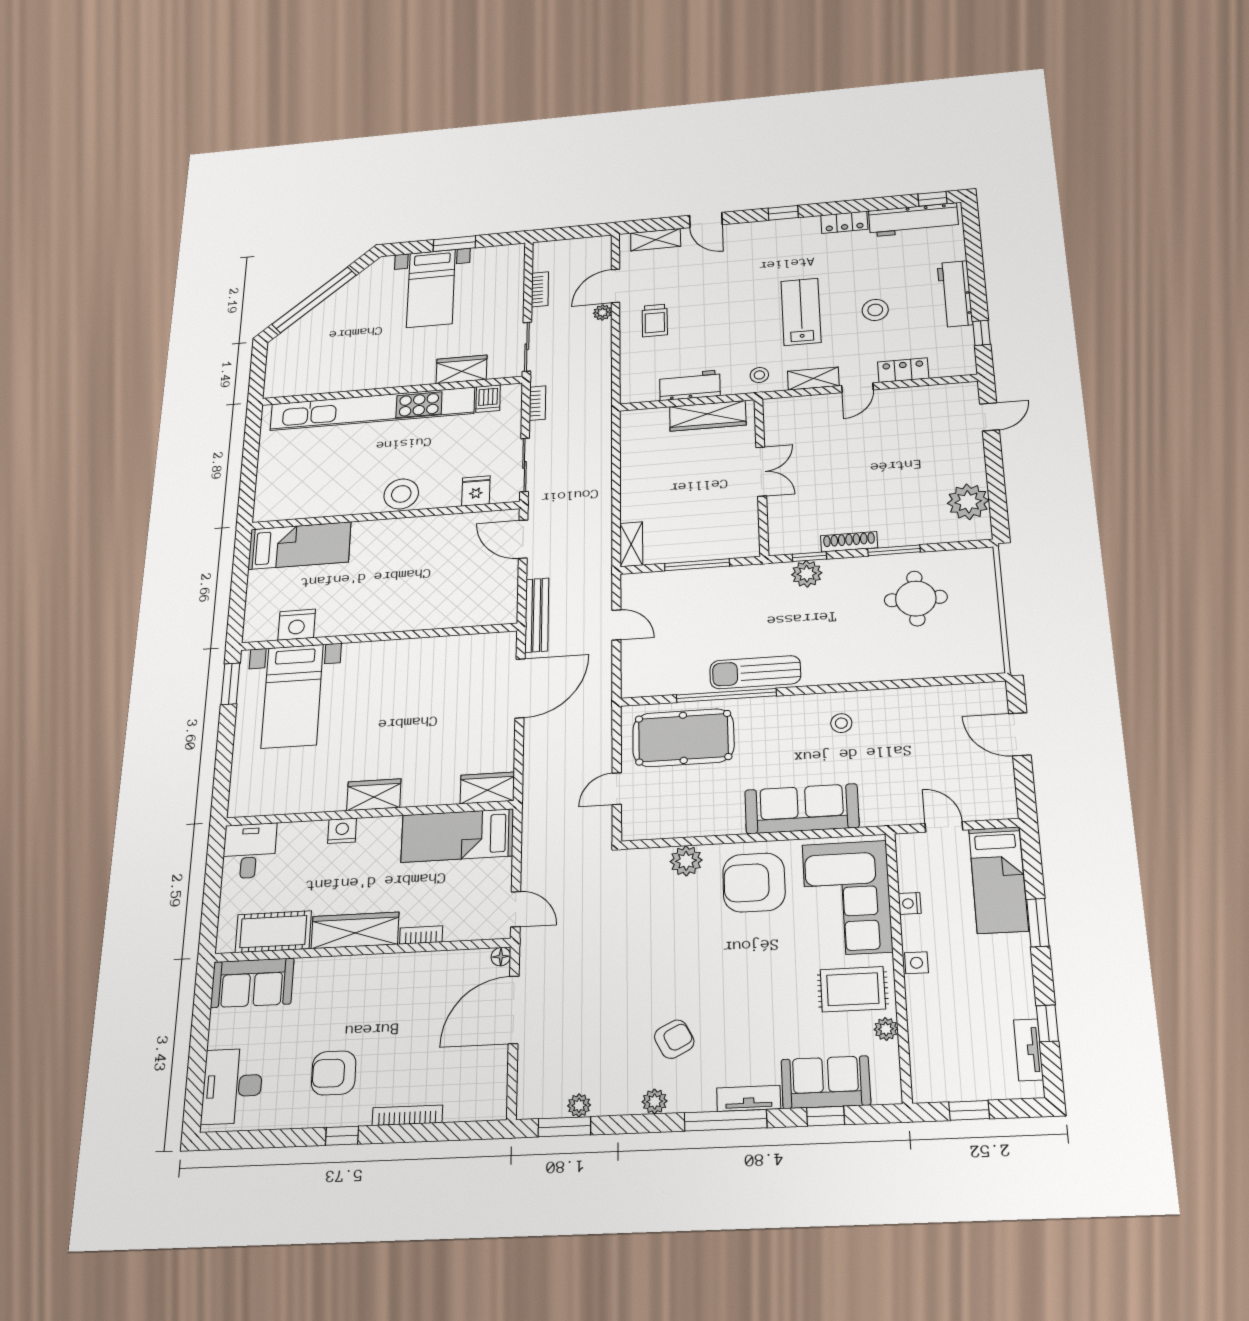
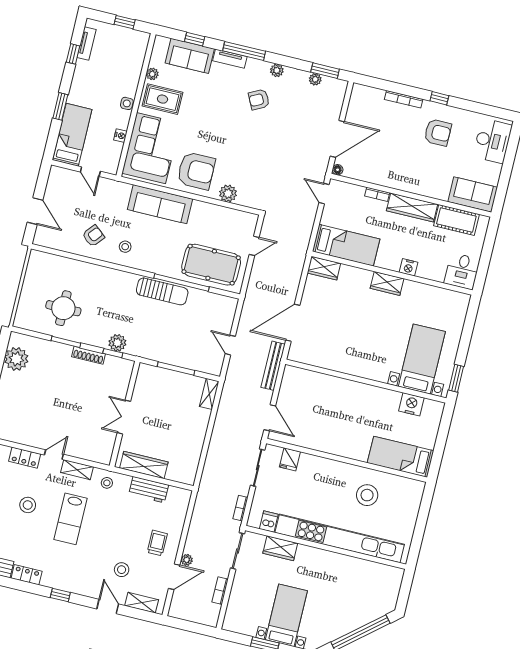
stool: (700, 271) -> (122, 570), added
stool: (401, 494) -> (367, 495), moved
armchair: (903, 724) -> (93, 236), added

